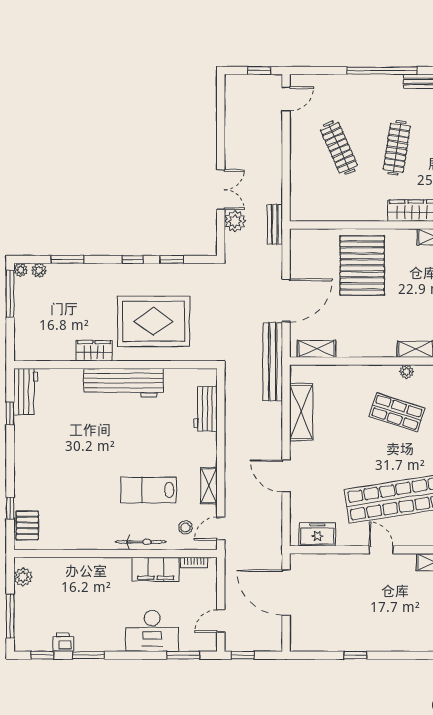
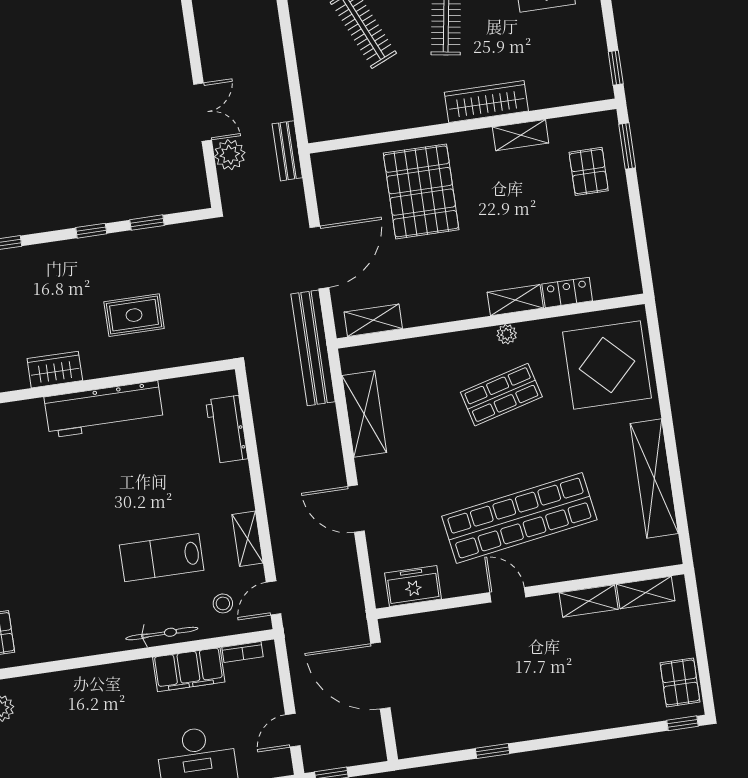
rug: (154, 321) -> (134, 315), width x0.54, depth x0.49
shop shelf: (397, 412) -> (501, 395), turned -33

